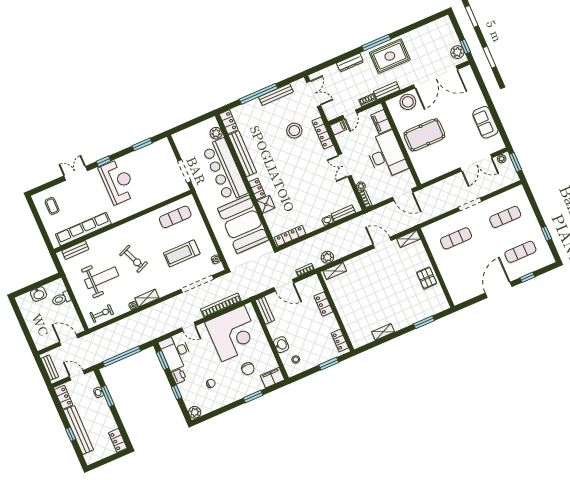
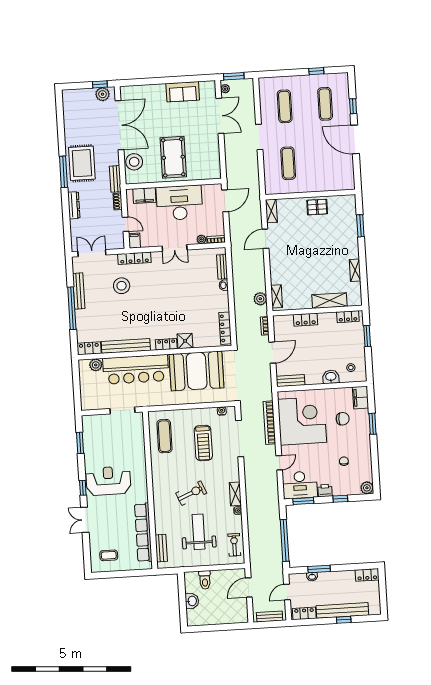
shelving: (348, 319) -> (329, 301), added

